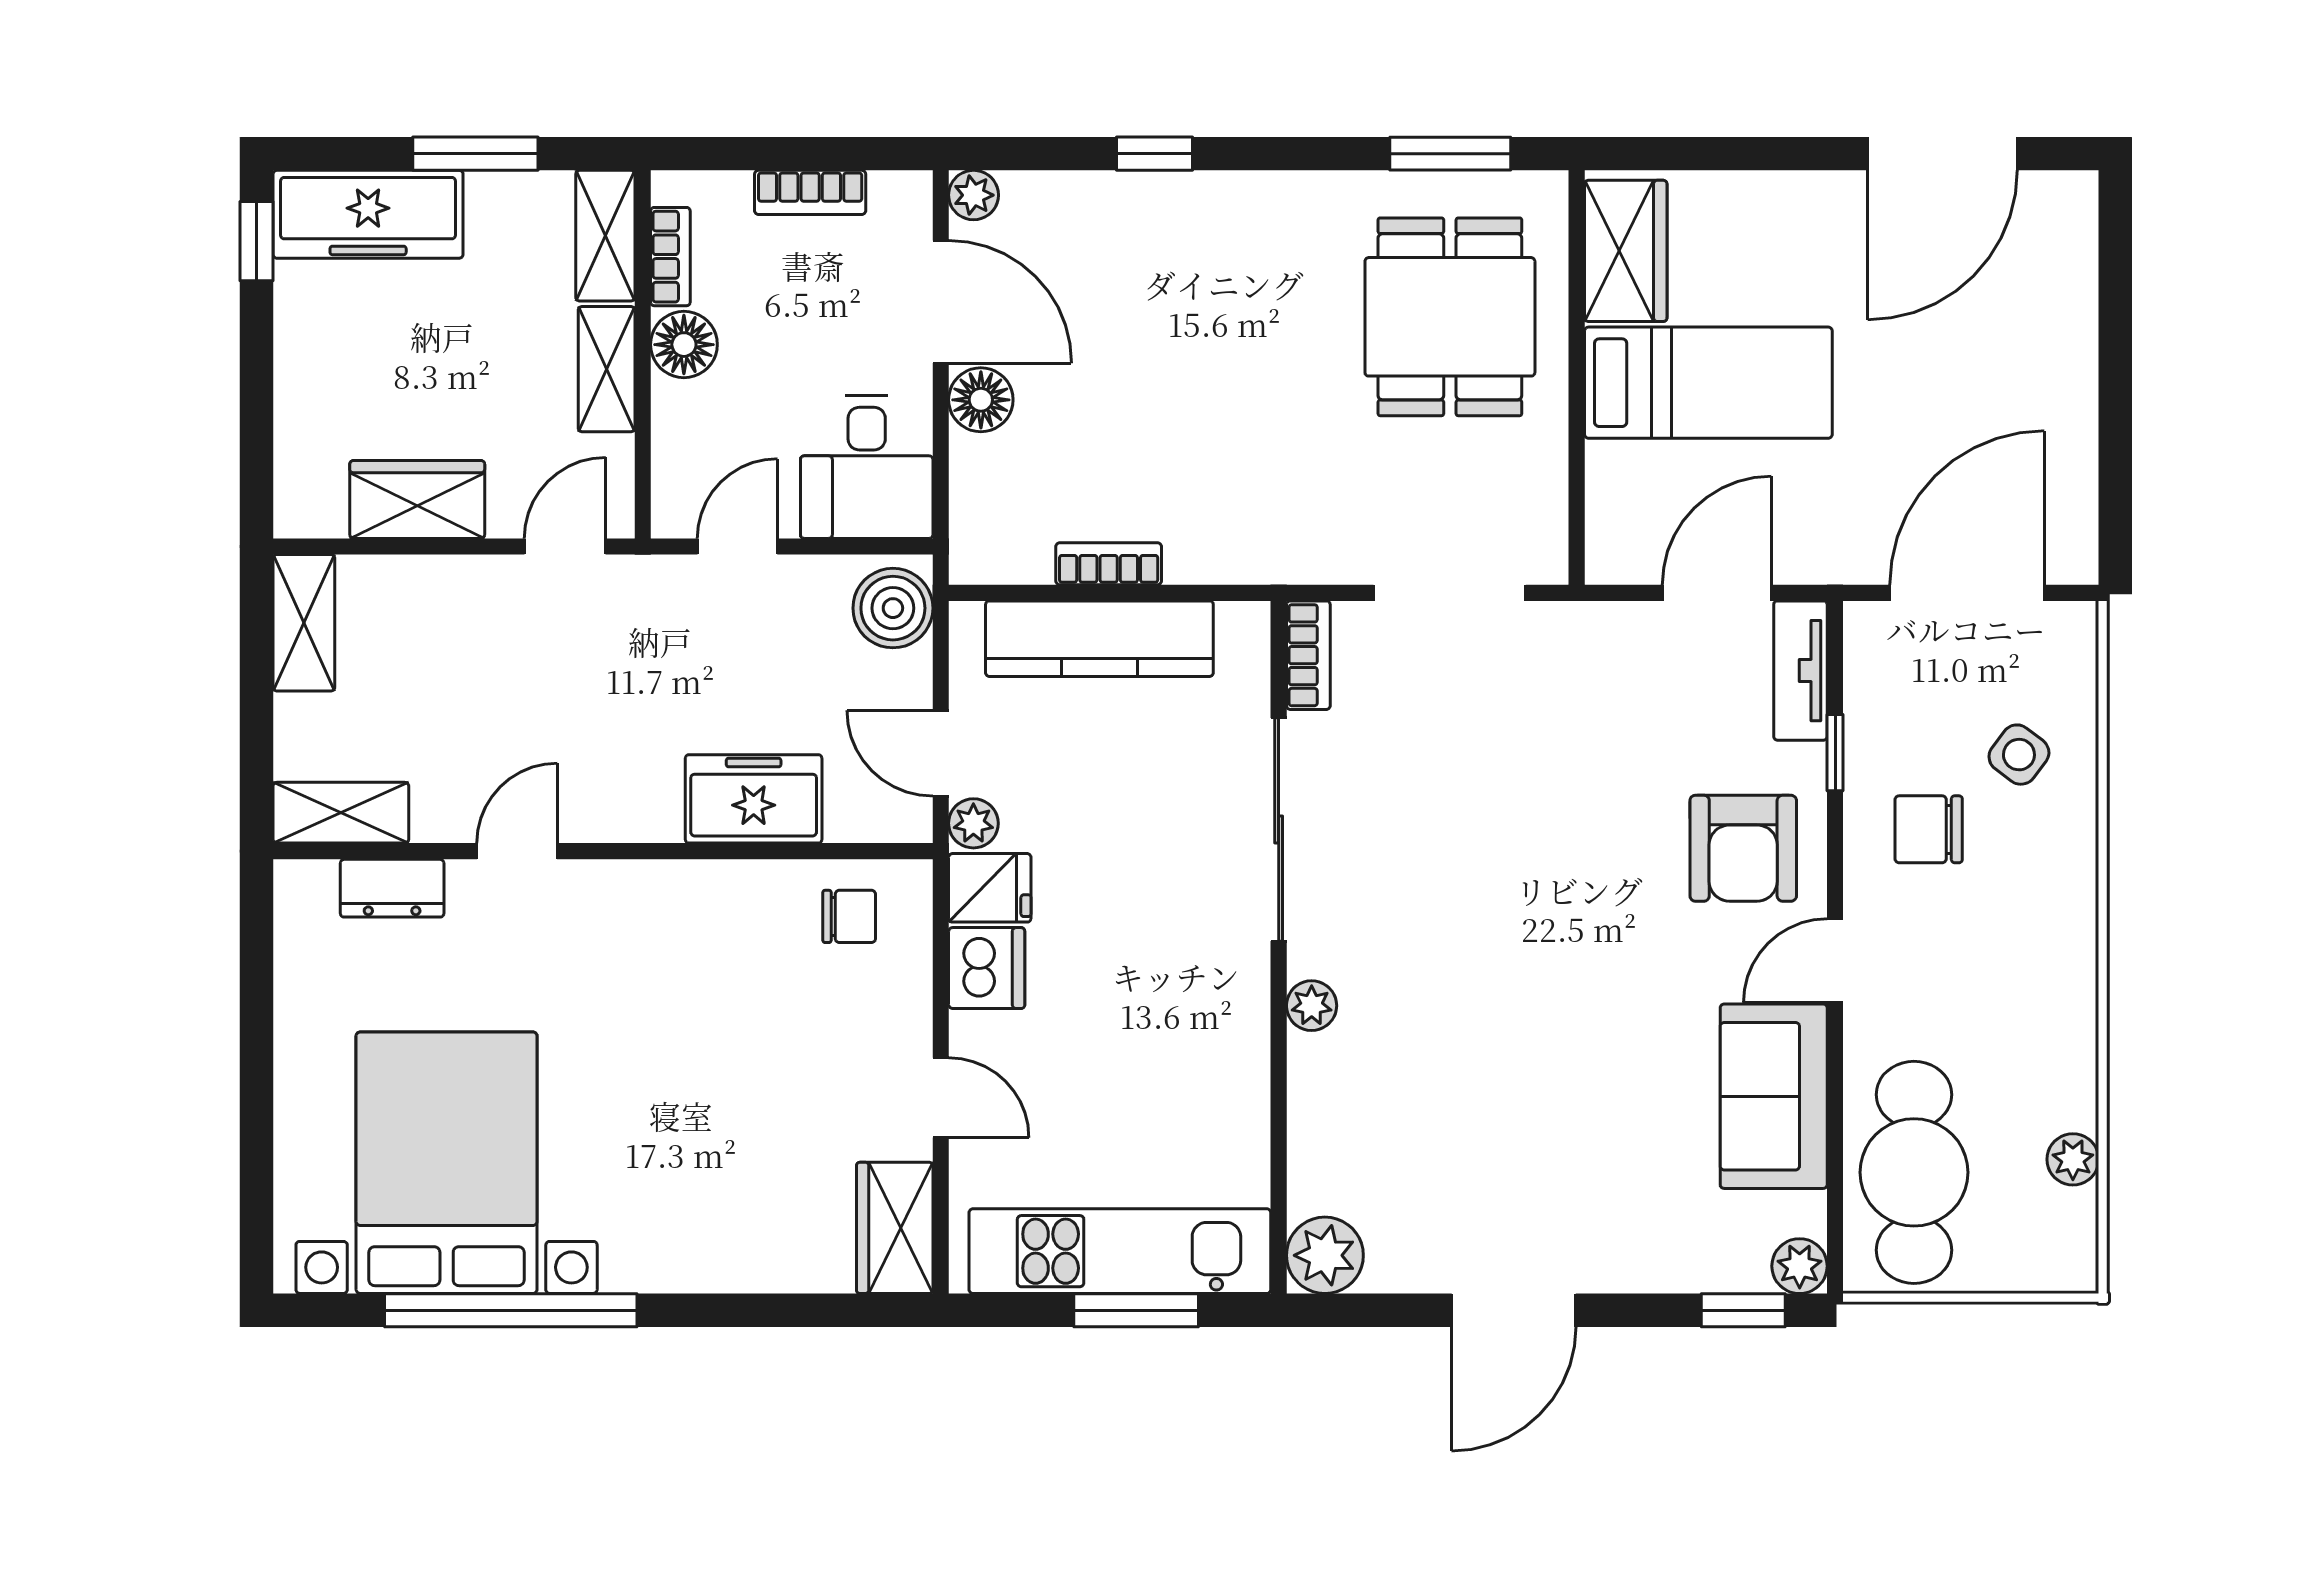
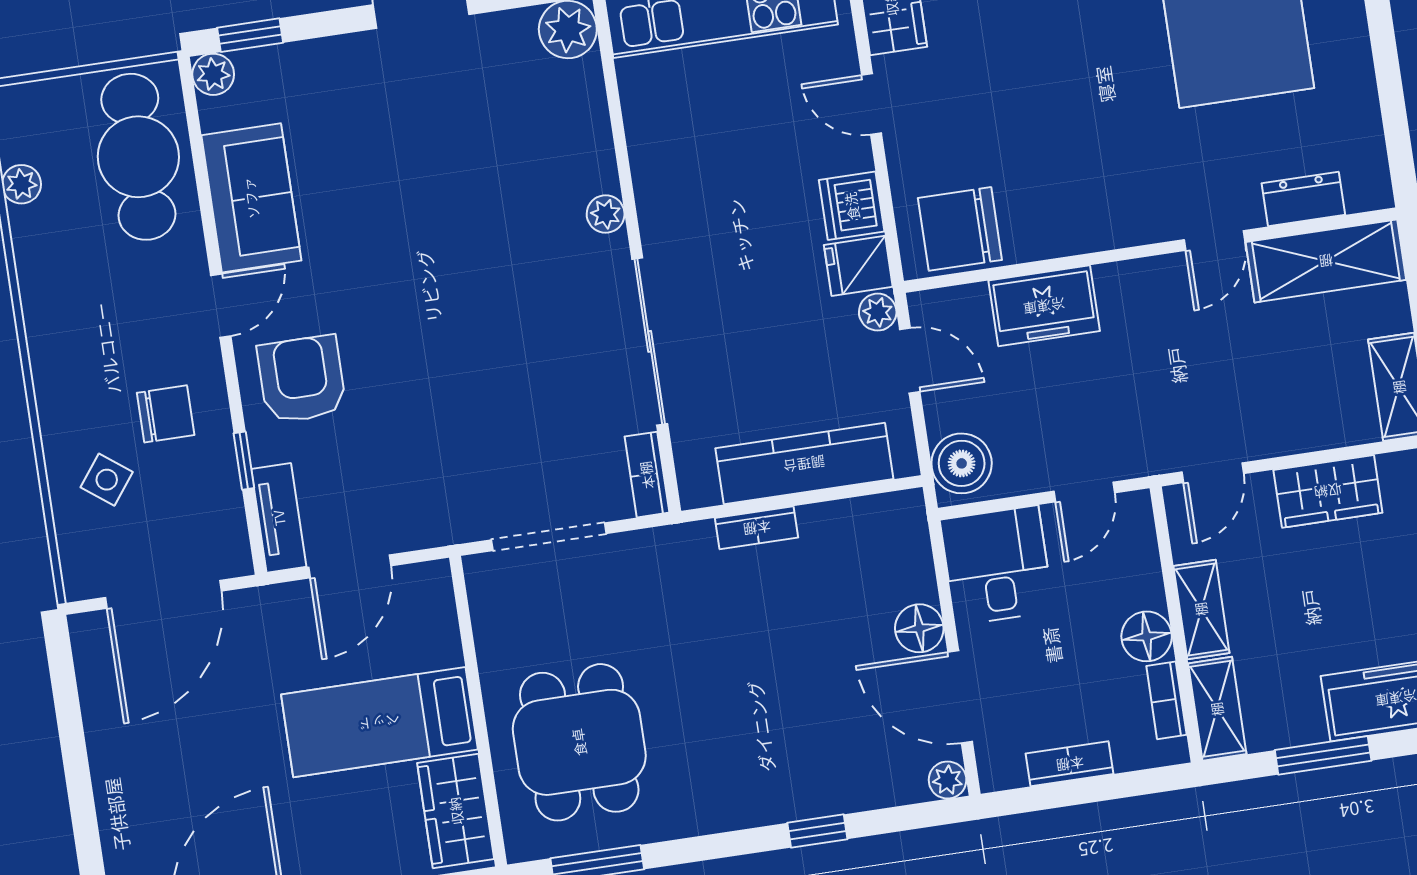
bookcase: (1109, 564) -> (757, 528), moved
shelving: (341, 813) -> (1326, 261), width x1.50, depth x1.33
chair: (849, 916) -> (960, 229), width x1.87, depth x1.87

